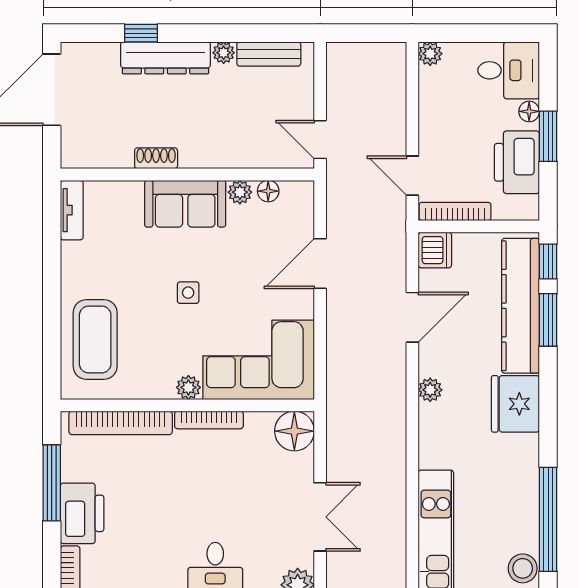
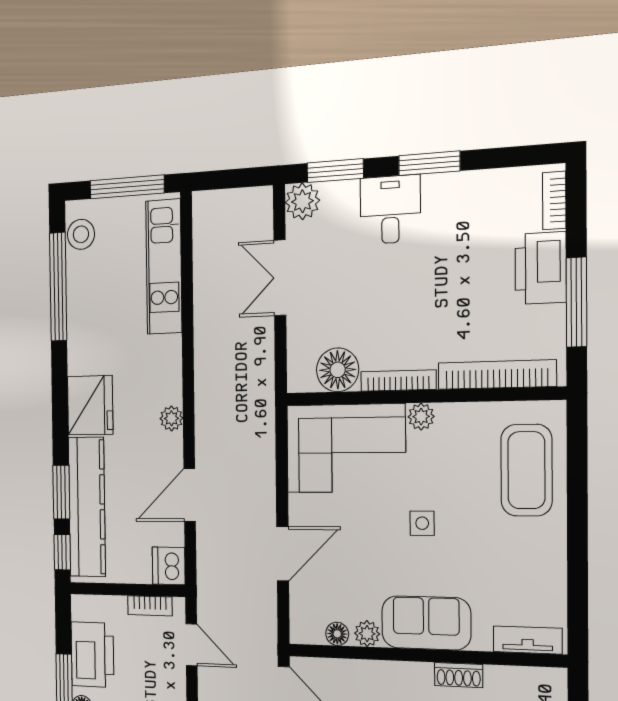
tv unit: (72, 210) -> (528, 640), moved, turned 90
bookcase: (455, 211) -> (150, 606), width x0.64
floor lamp: (294, 431) -> (338, 370), moved

